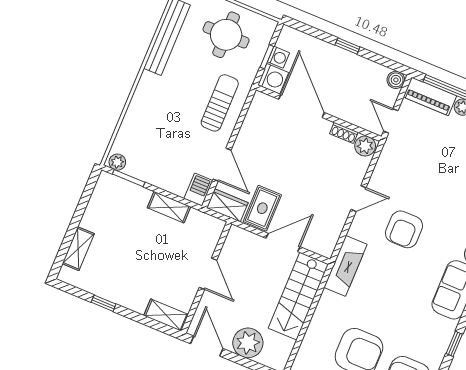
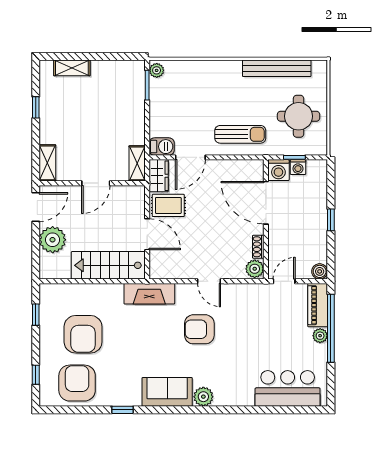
door: (302, 106) -> (266, 203), swing flipped
shelving: (169, 207) -> (137, 163), moved

